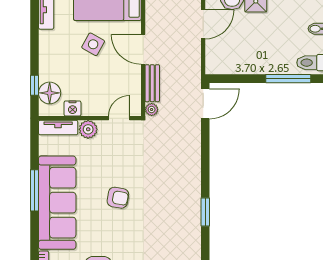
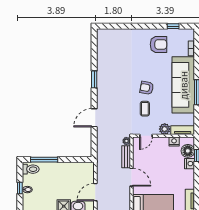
side table: (93, 44) -> (162, 180), removed
nightstand: (47, 72) -> (190, 164), added
door: (205, 104) -> (94, 118), moved
coffee table: (121, 163) -> (145, 109), added

